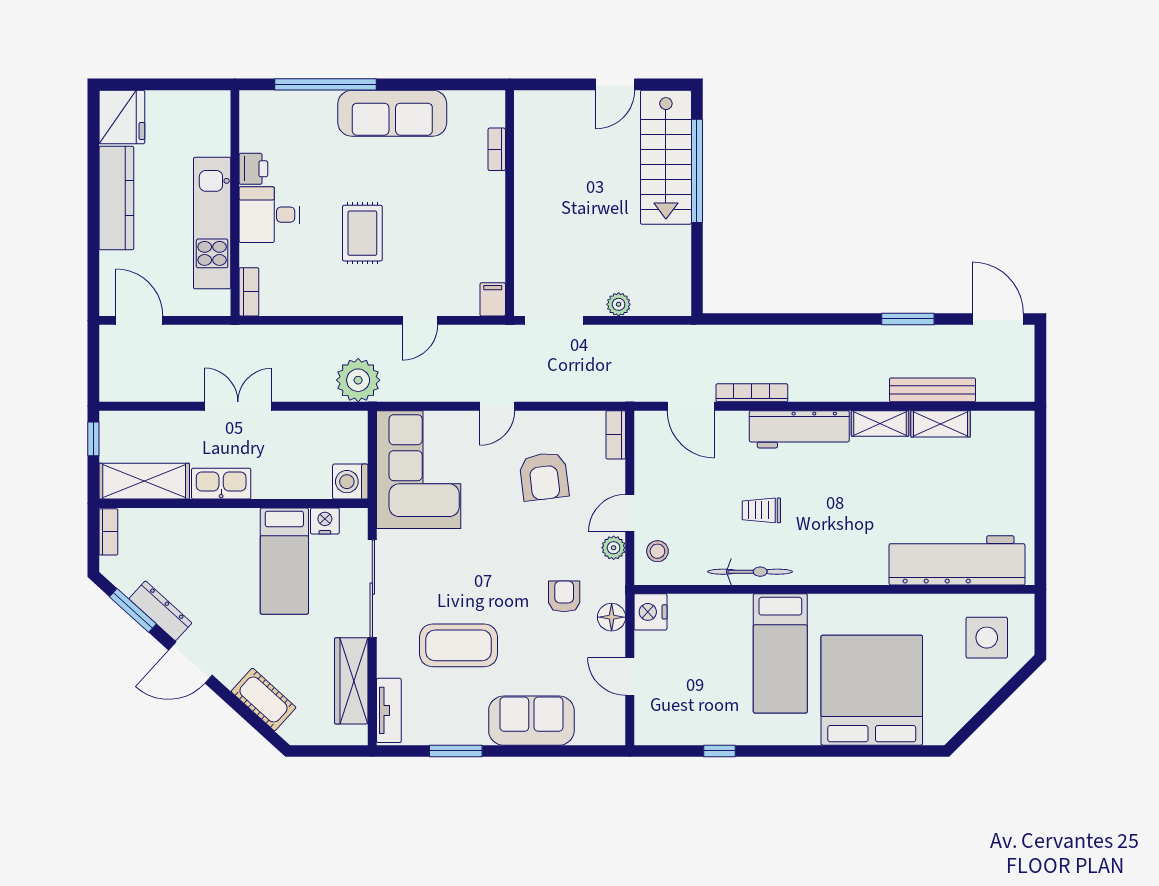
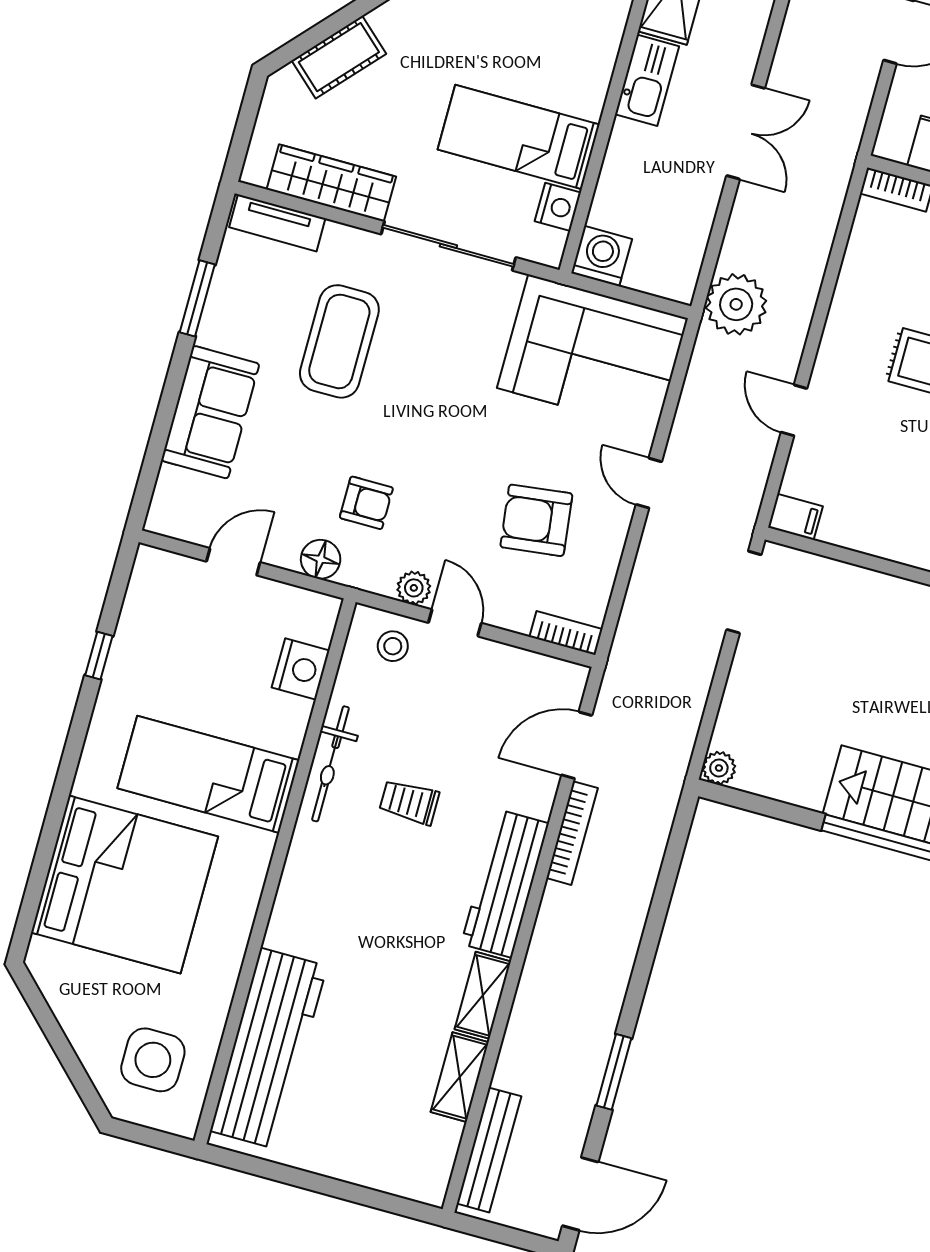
plant: (619, 304) -> (719, 768), moved
bench: (933, 390) -> (489, 1150), moved
trolley: (761, 510) -> (409, 802), turned -90
nightstand: (650, 612) -> (301, 669), moved, turned 90

